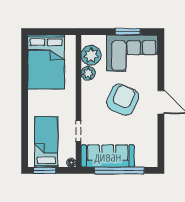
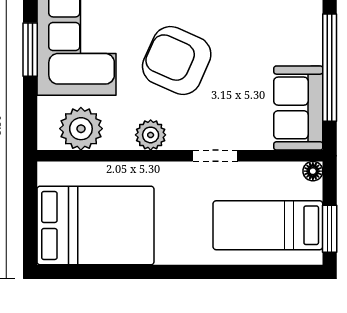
plant: (88, 73) -> (151, 135), moved
doorway: (78, 131) -> (215, 156), moved
sofa: (108, 156) -> (298, 108), width x0.73

